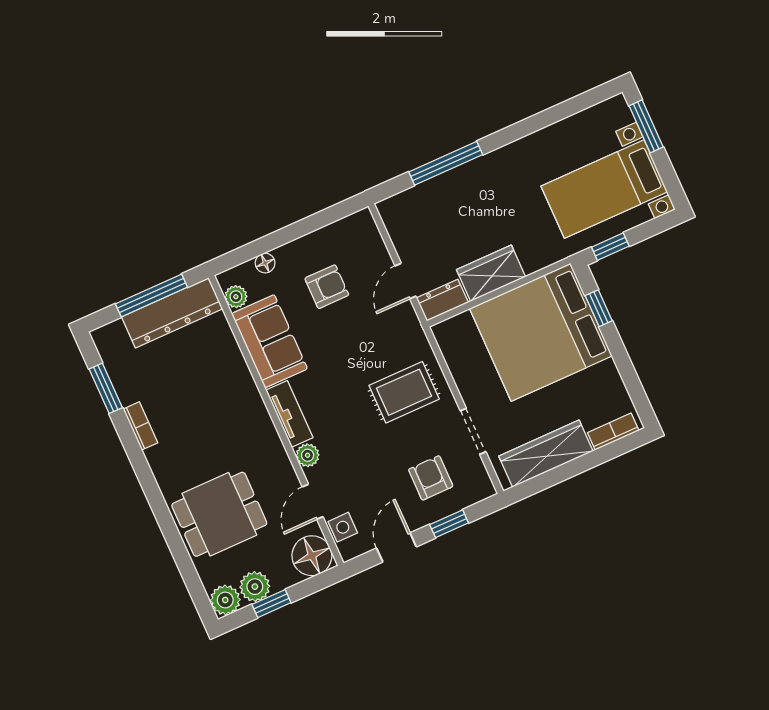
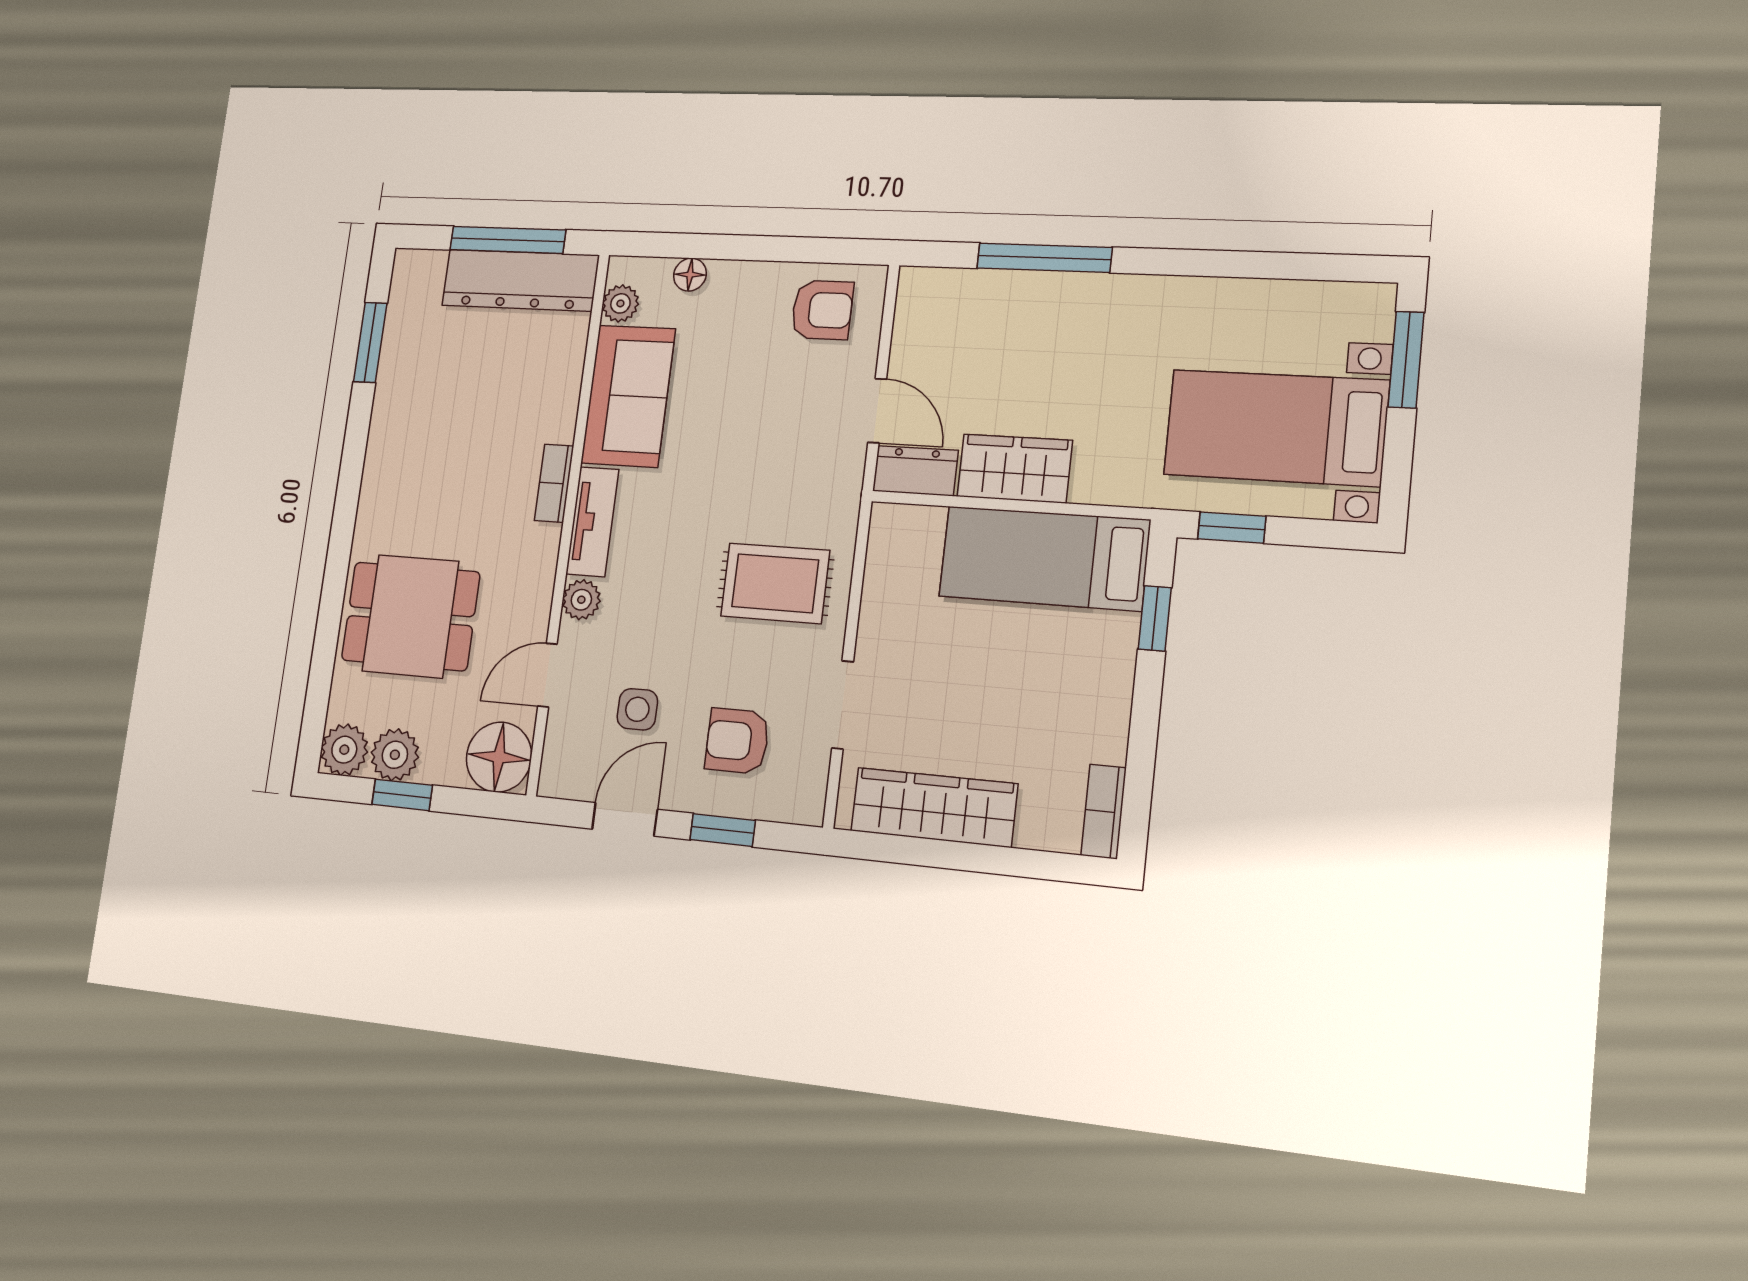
door: (405, 281) -> (877, 411), swing flipped
armchair: (327, 287) -> (822, 310), moved
bed: (541, 332) -> (1044, 558), width x0.49
bookcase: (140, 426) -> (554, 483), moved, turned 180
bookcase: (613, 432) -> (1104, 812), moved, turned -90
armchair: (431, 478) -> (737, 741), turned -90
side table: (343, 527) -> (637, 709), moved

